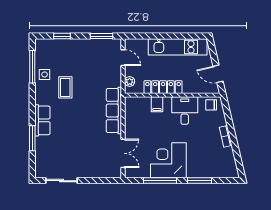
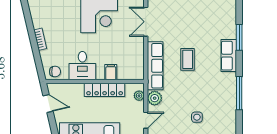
door: (123, 58) -> (146, 120), swing flipped
window: (32, 67) -> (239, 93), moved
side table: (45, 74) -> (197, 117), moved
plant: (114, 79) -> (155, 98), added
coffee table: (65, 87) -> (188, 59), moved

